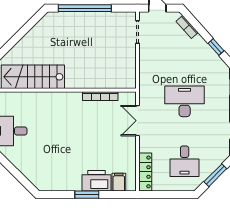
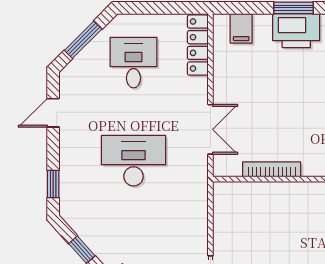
desk: (185, 101) -> (133, 161), turned 180
printer: (97, 181) -> (296, 31), moved

